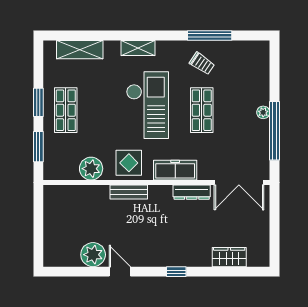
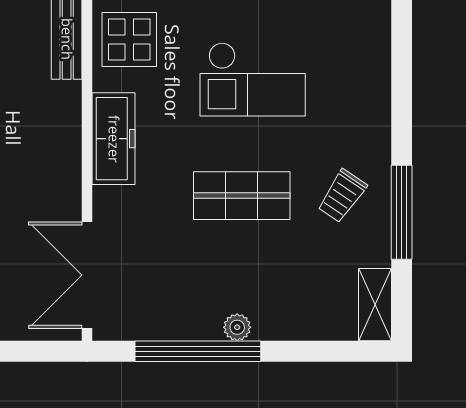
shelving: (138, 48) -> (375, 305), moved
checkout: (147, 105) -> (253, 79), width x0.73, depth x0.83
dresser: (192, 192) -> (66, 174), removed

